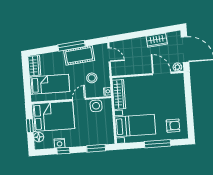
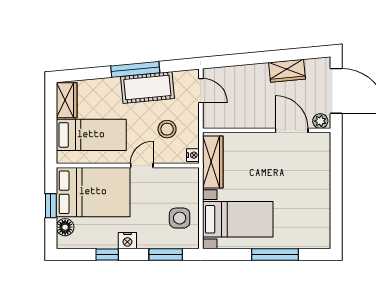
side table: (96, 106) -> (180, 218), moved
armchair: (173, 126) -> (305, 224), removed
nightstand: (60, 143) -> (127, 241), moved

